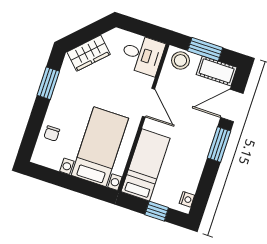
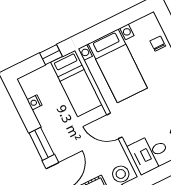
nightstand: (187, 199) -> (34, 102), moved
window: (157, 211) -> (51, 55), moved

